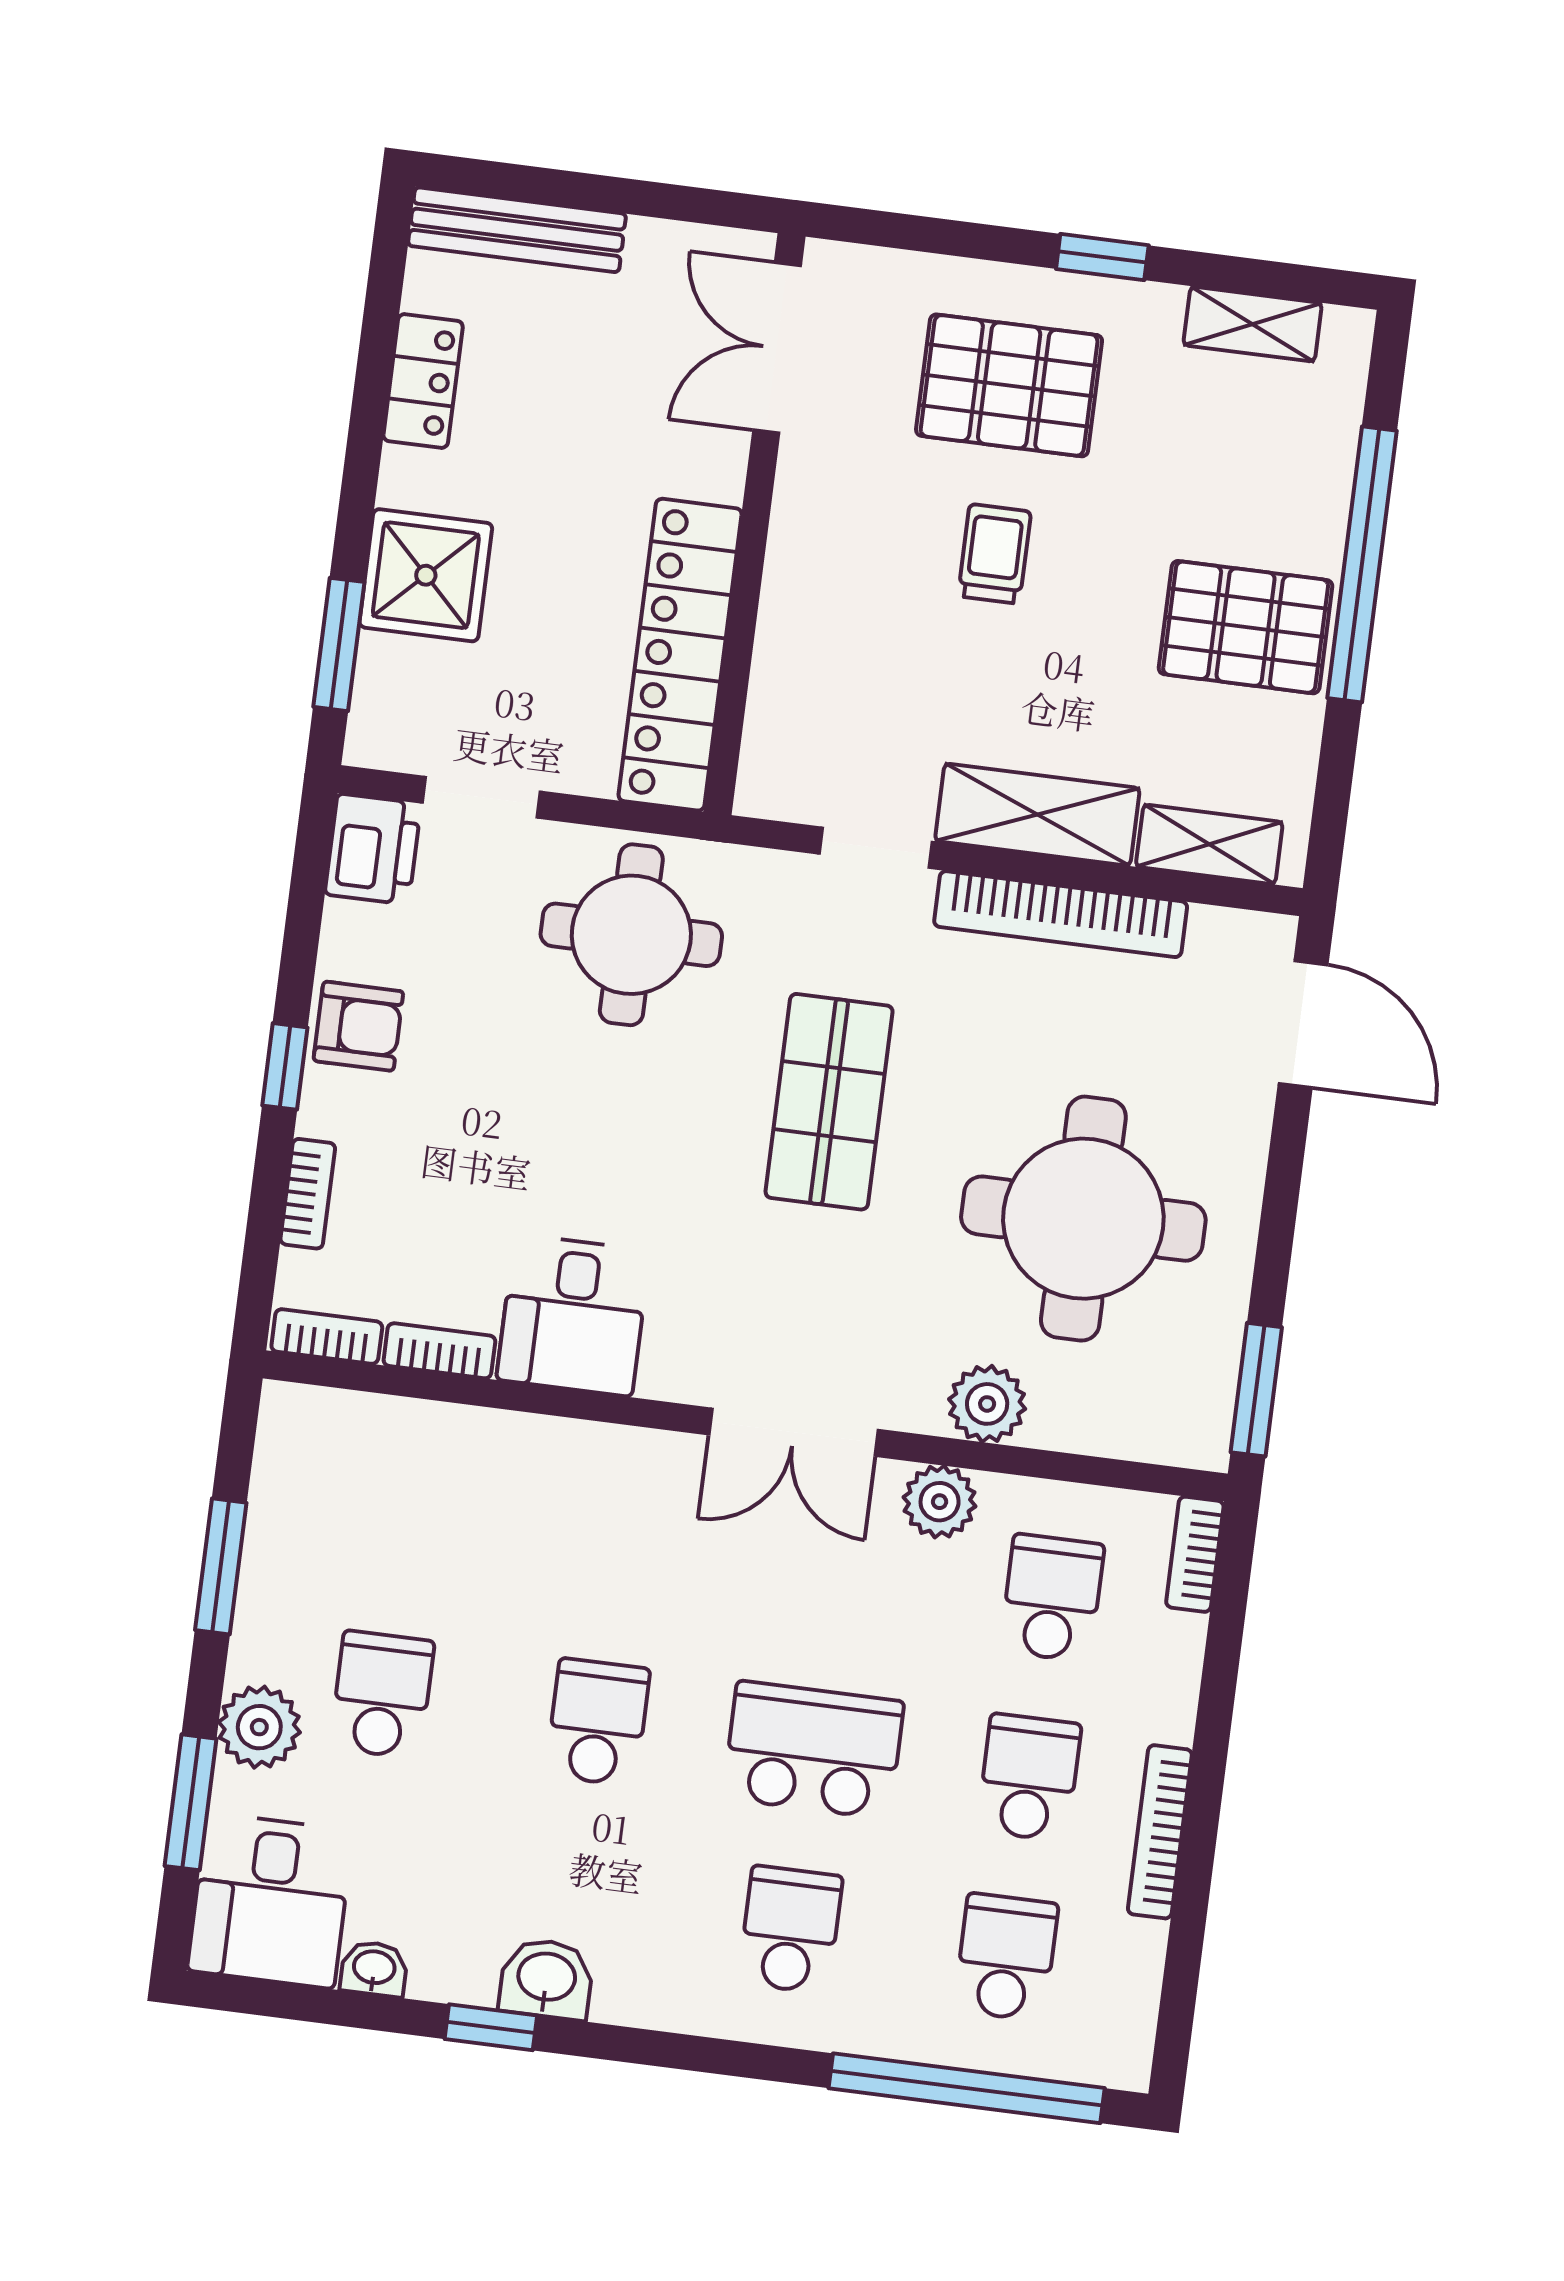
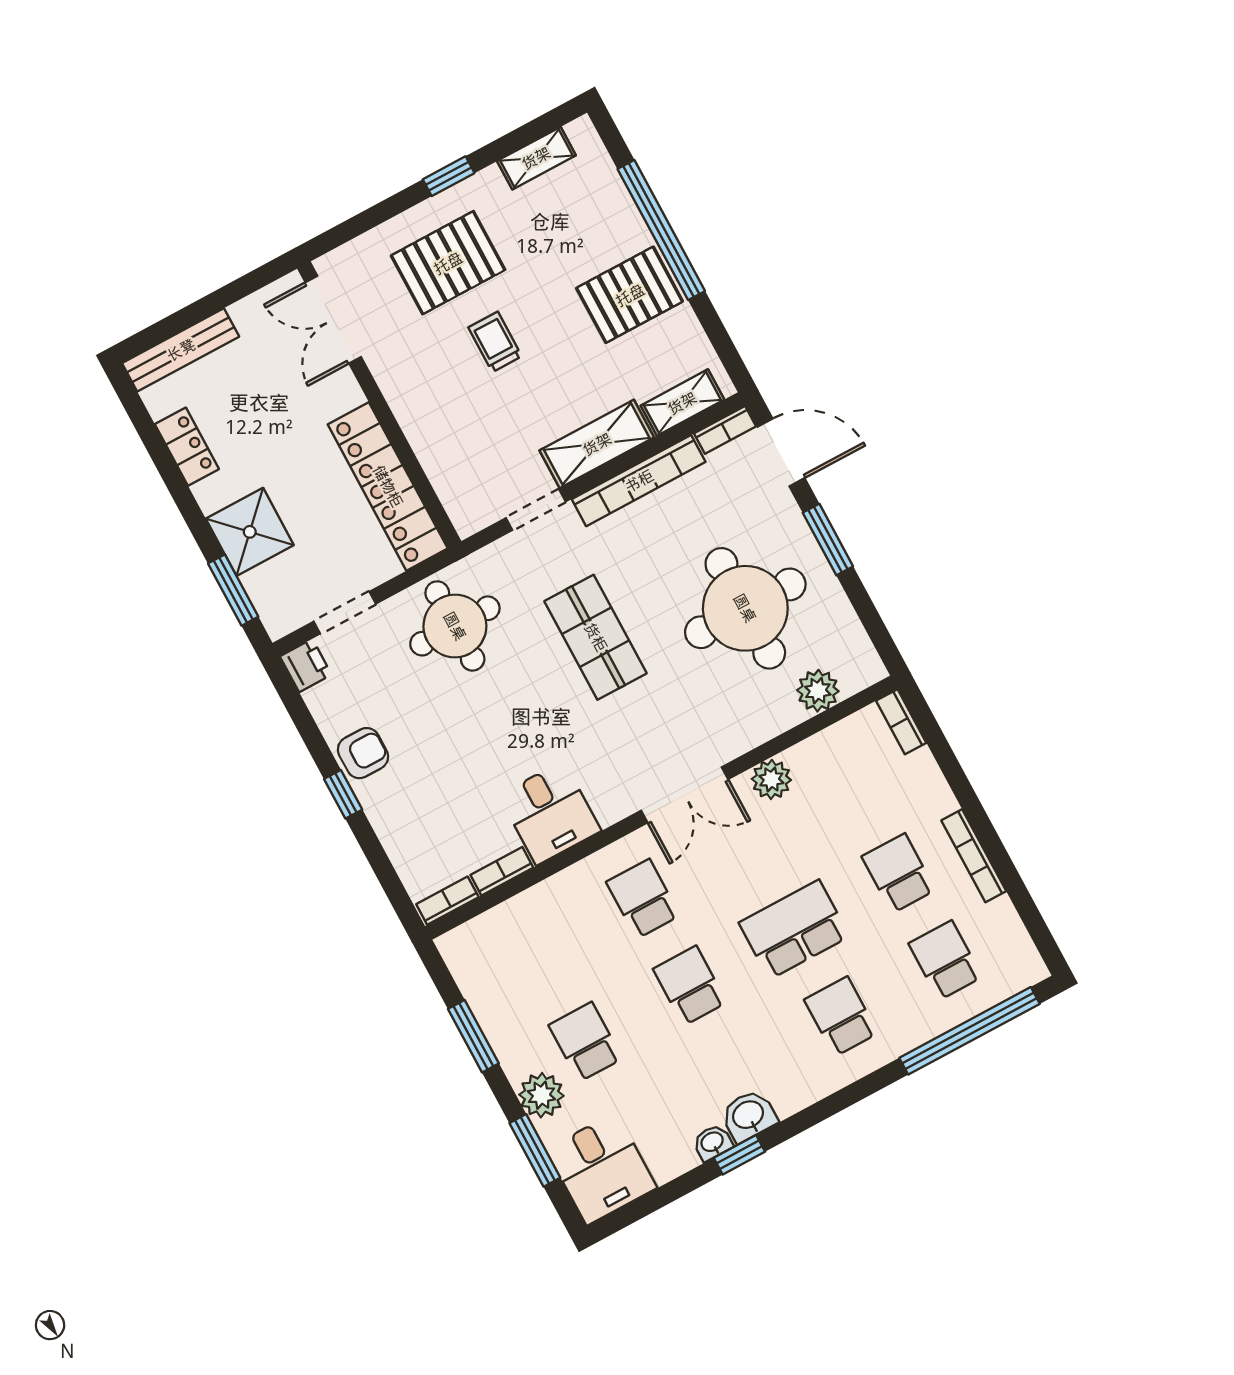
printer: (373, 849) -> (306, 666), width x0.73, depth x0.81
bookcase: (308, 1194) -> (725, 430), moved, turned 90
window: (1256, 1390) -> (828, 540), moved
plant: (987, 1404) -> (818, 691), moved
school desk: (1052, 1598) -> (643, 899), moved
washbasin: (374, 1969) -> (712, 1142), moved

